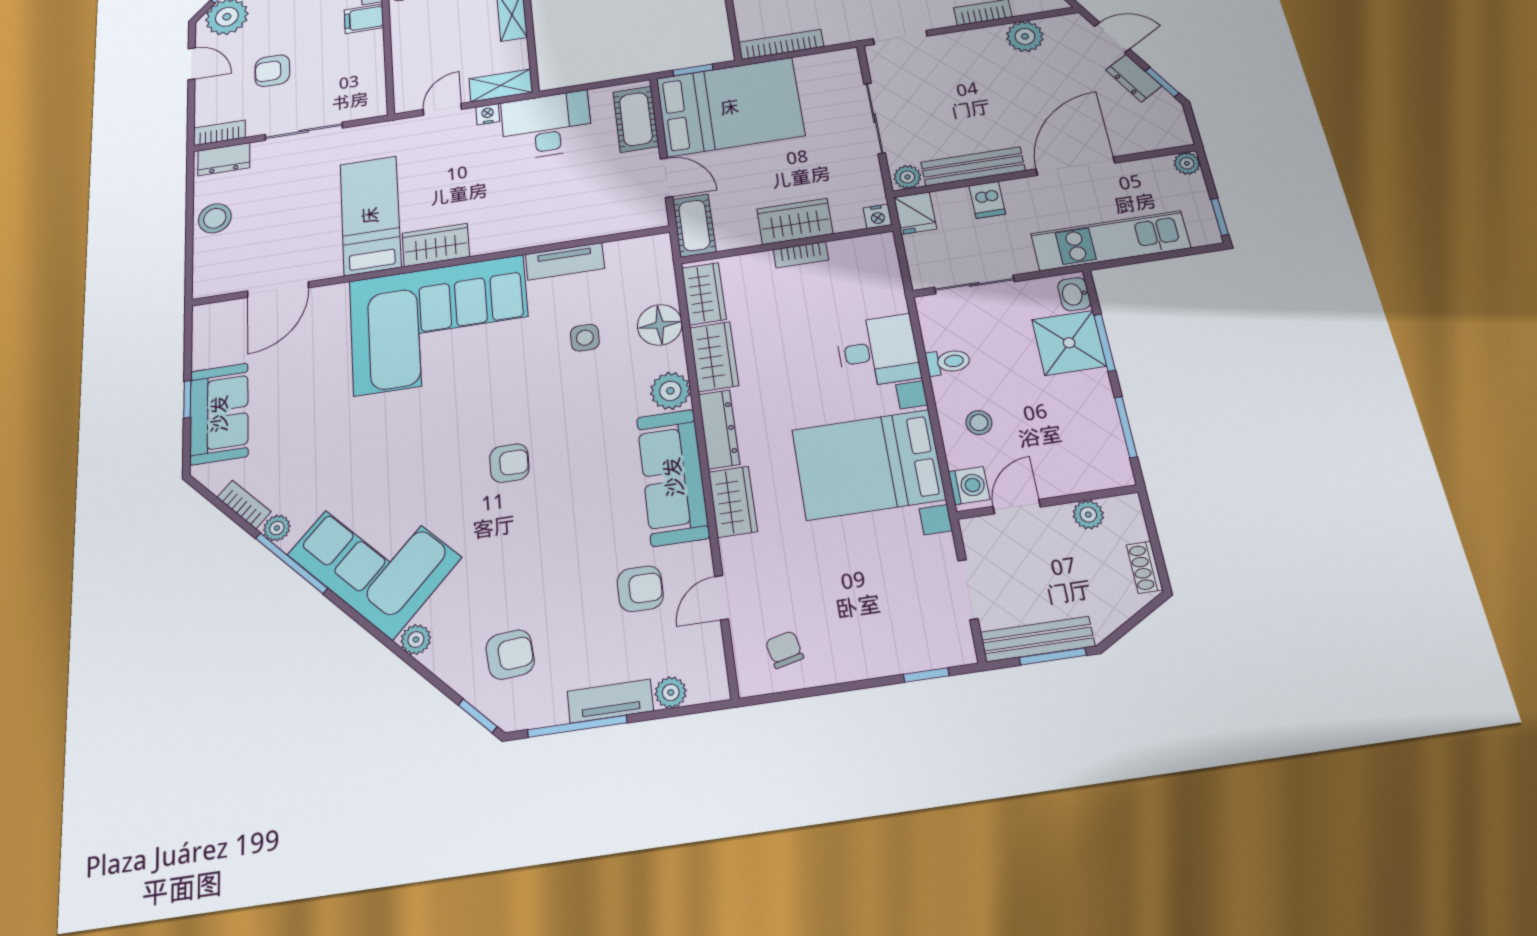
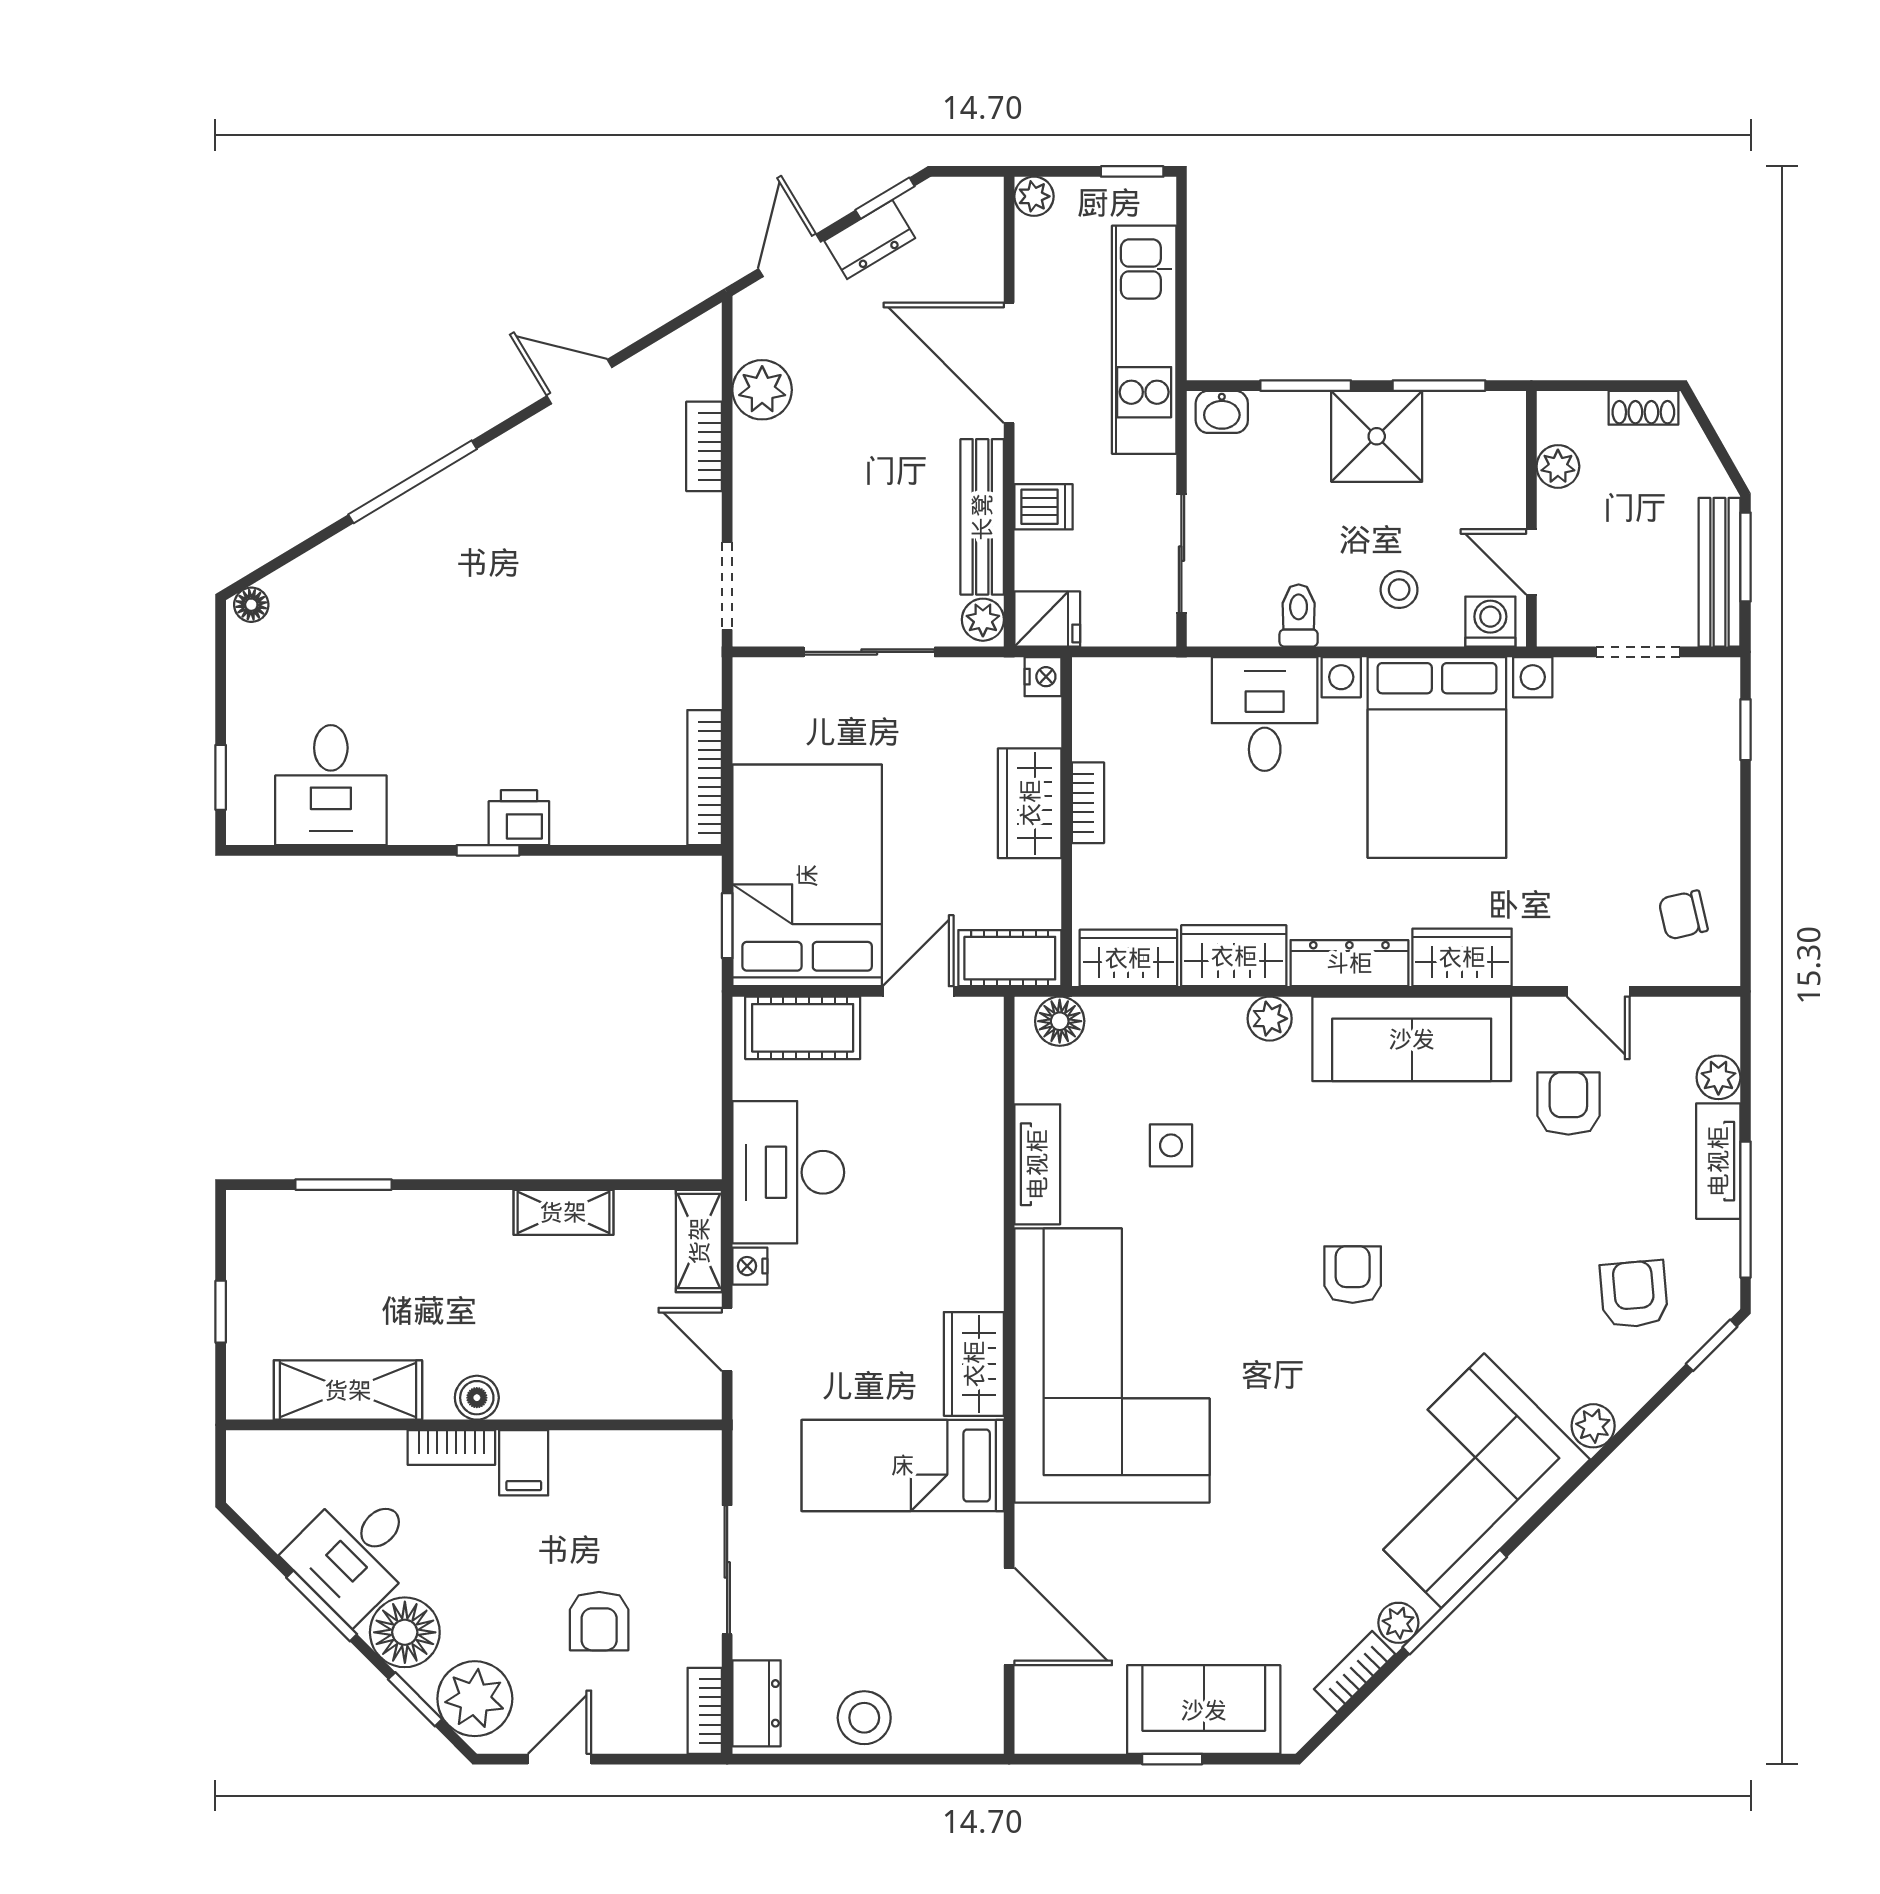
floor lamp: (660, 325) -> (1060, 1021), moved, width x0.73, depth x0.73
shower: (1069, 343) -> (1377, 436), moved
plant: (670, 391) -> (1270, 1019), width x0.73, depth x0.73

